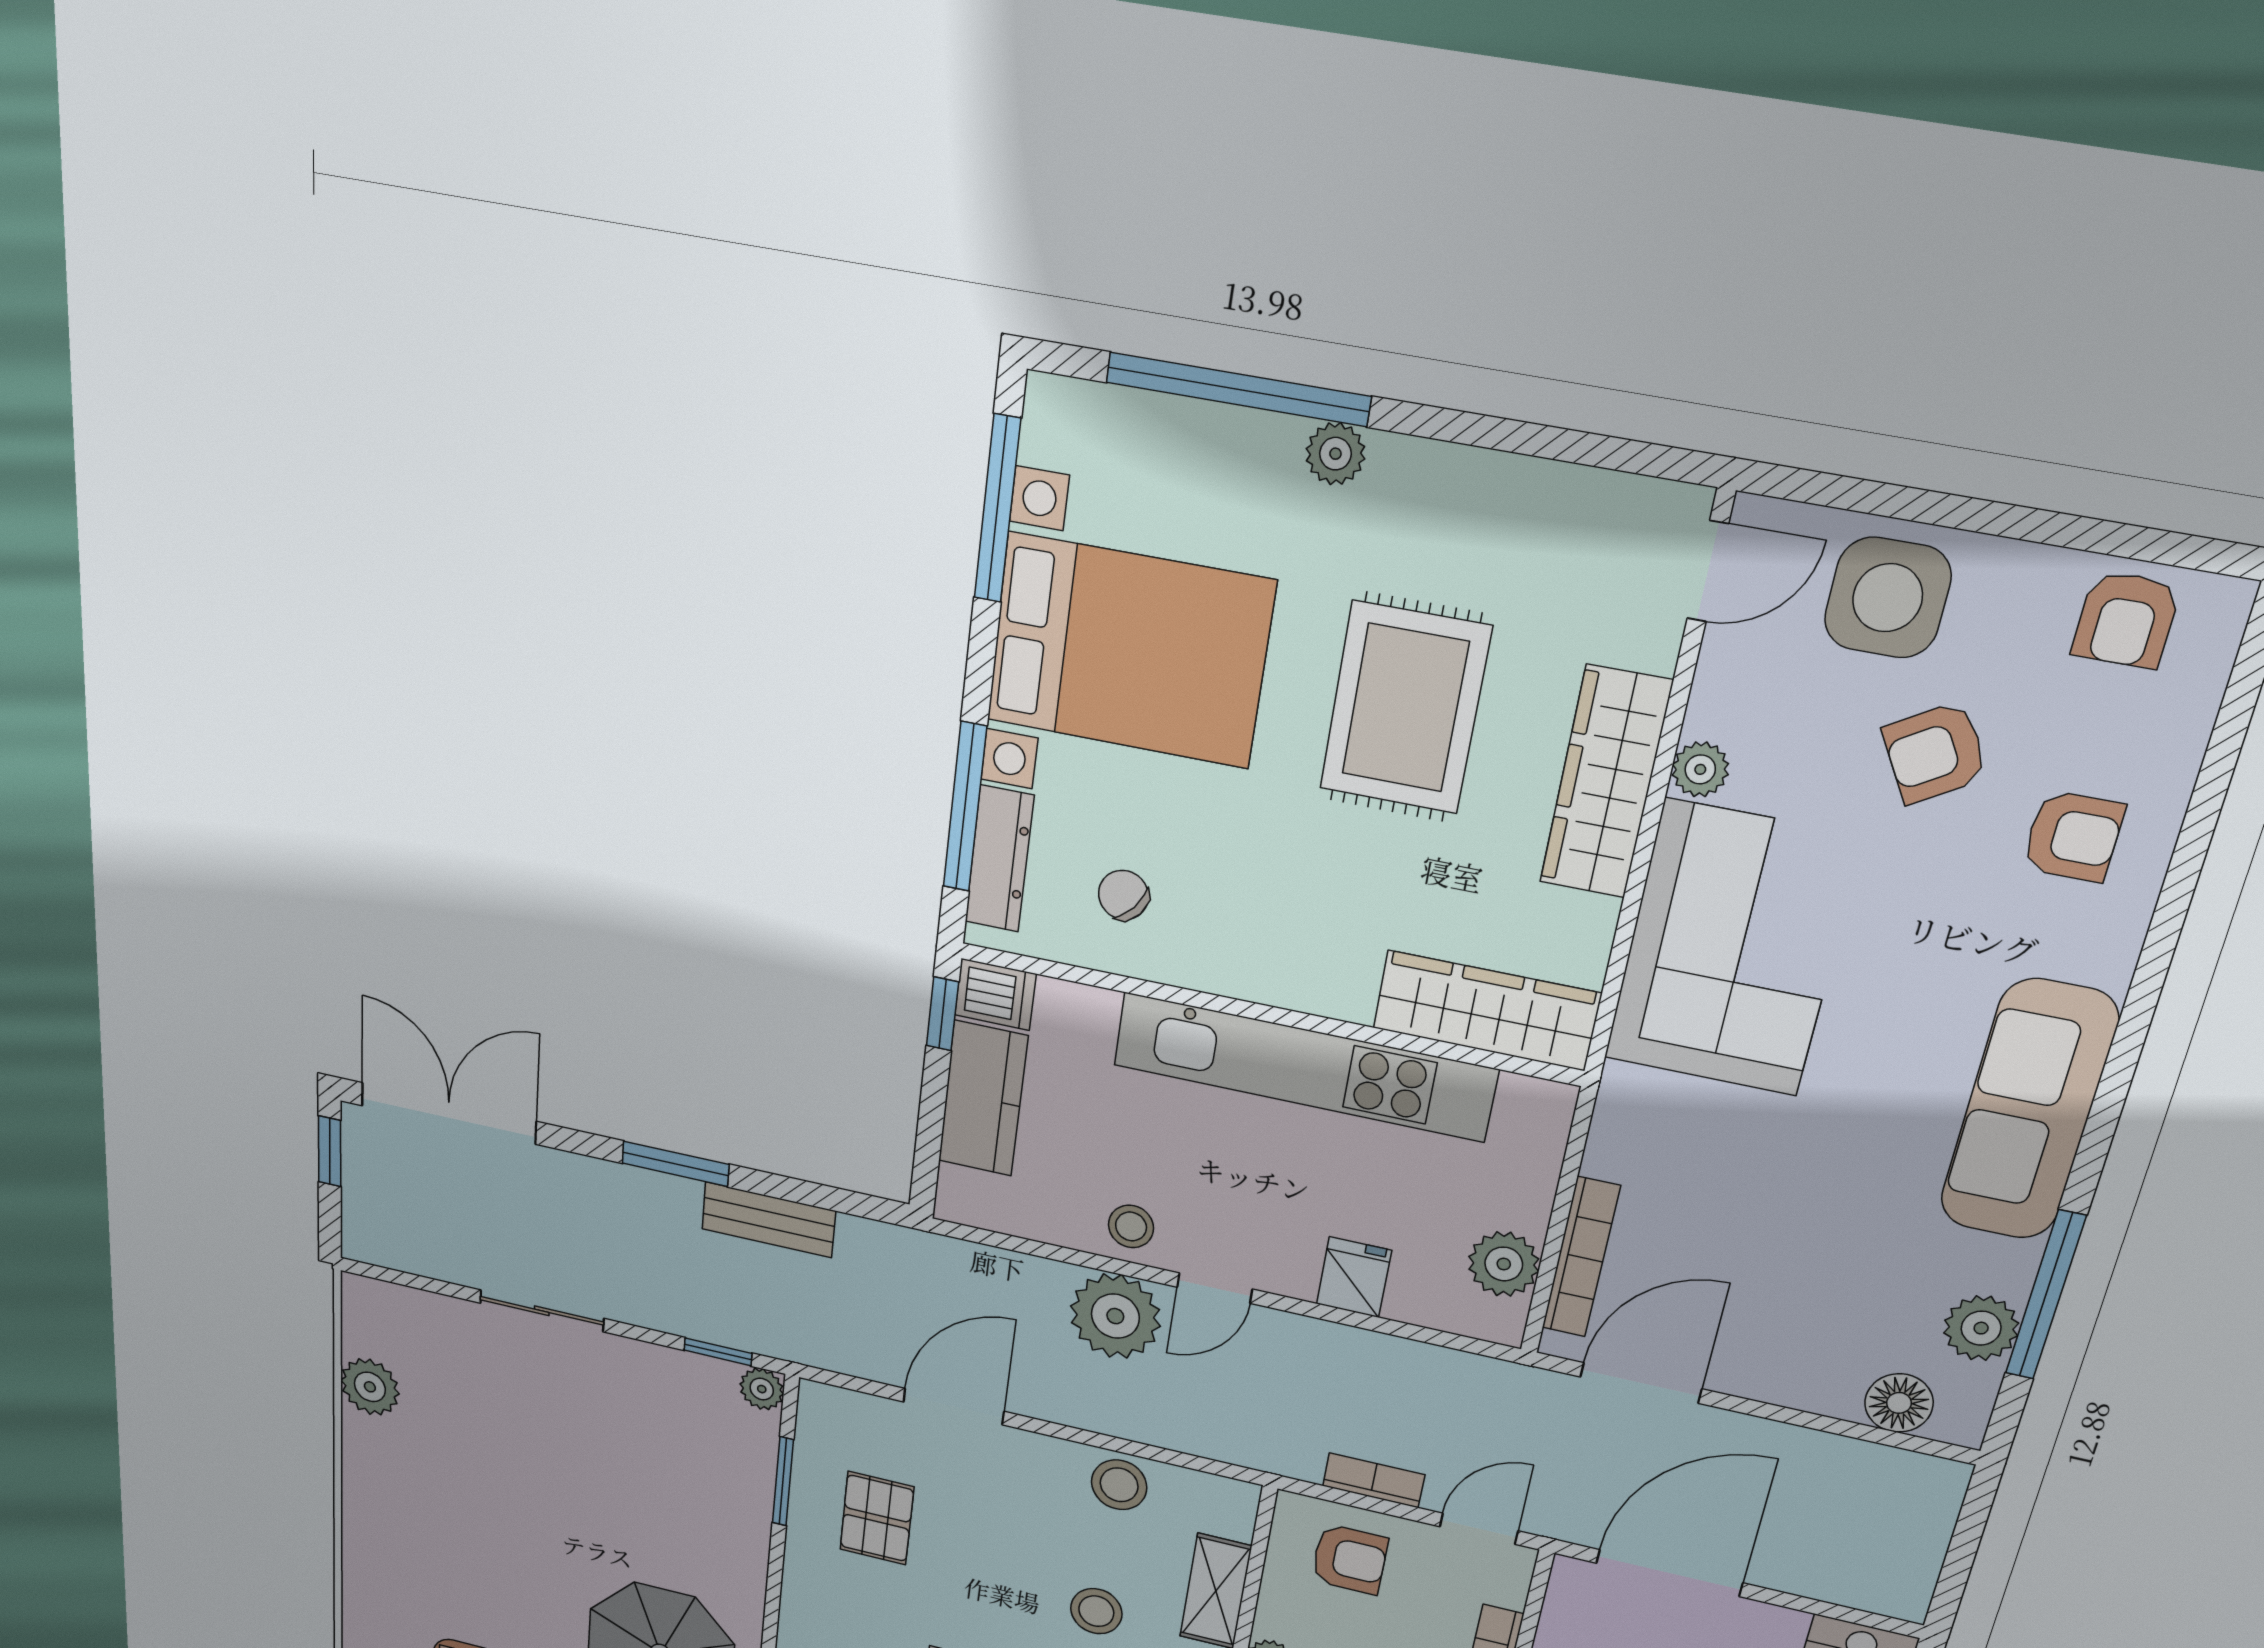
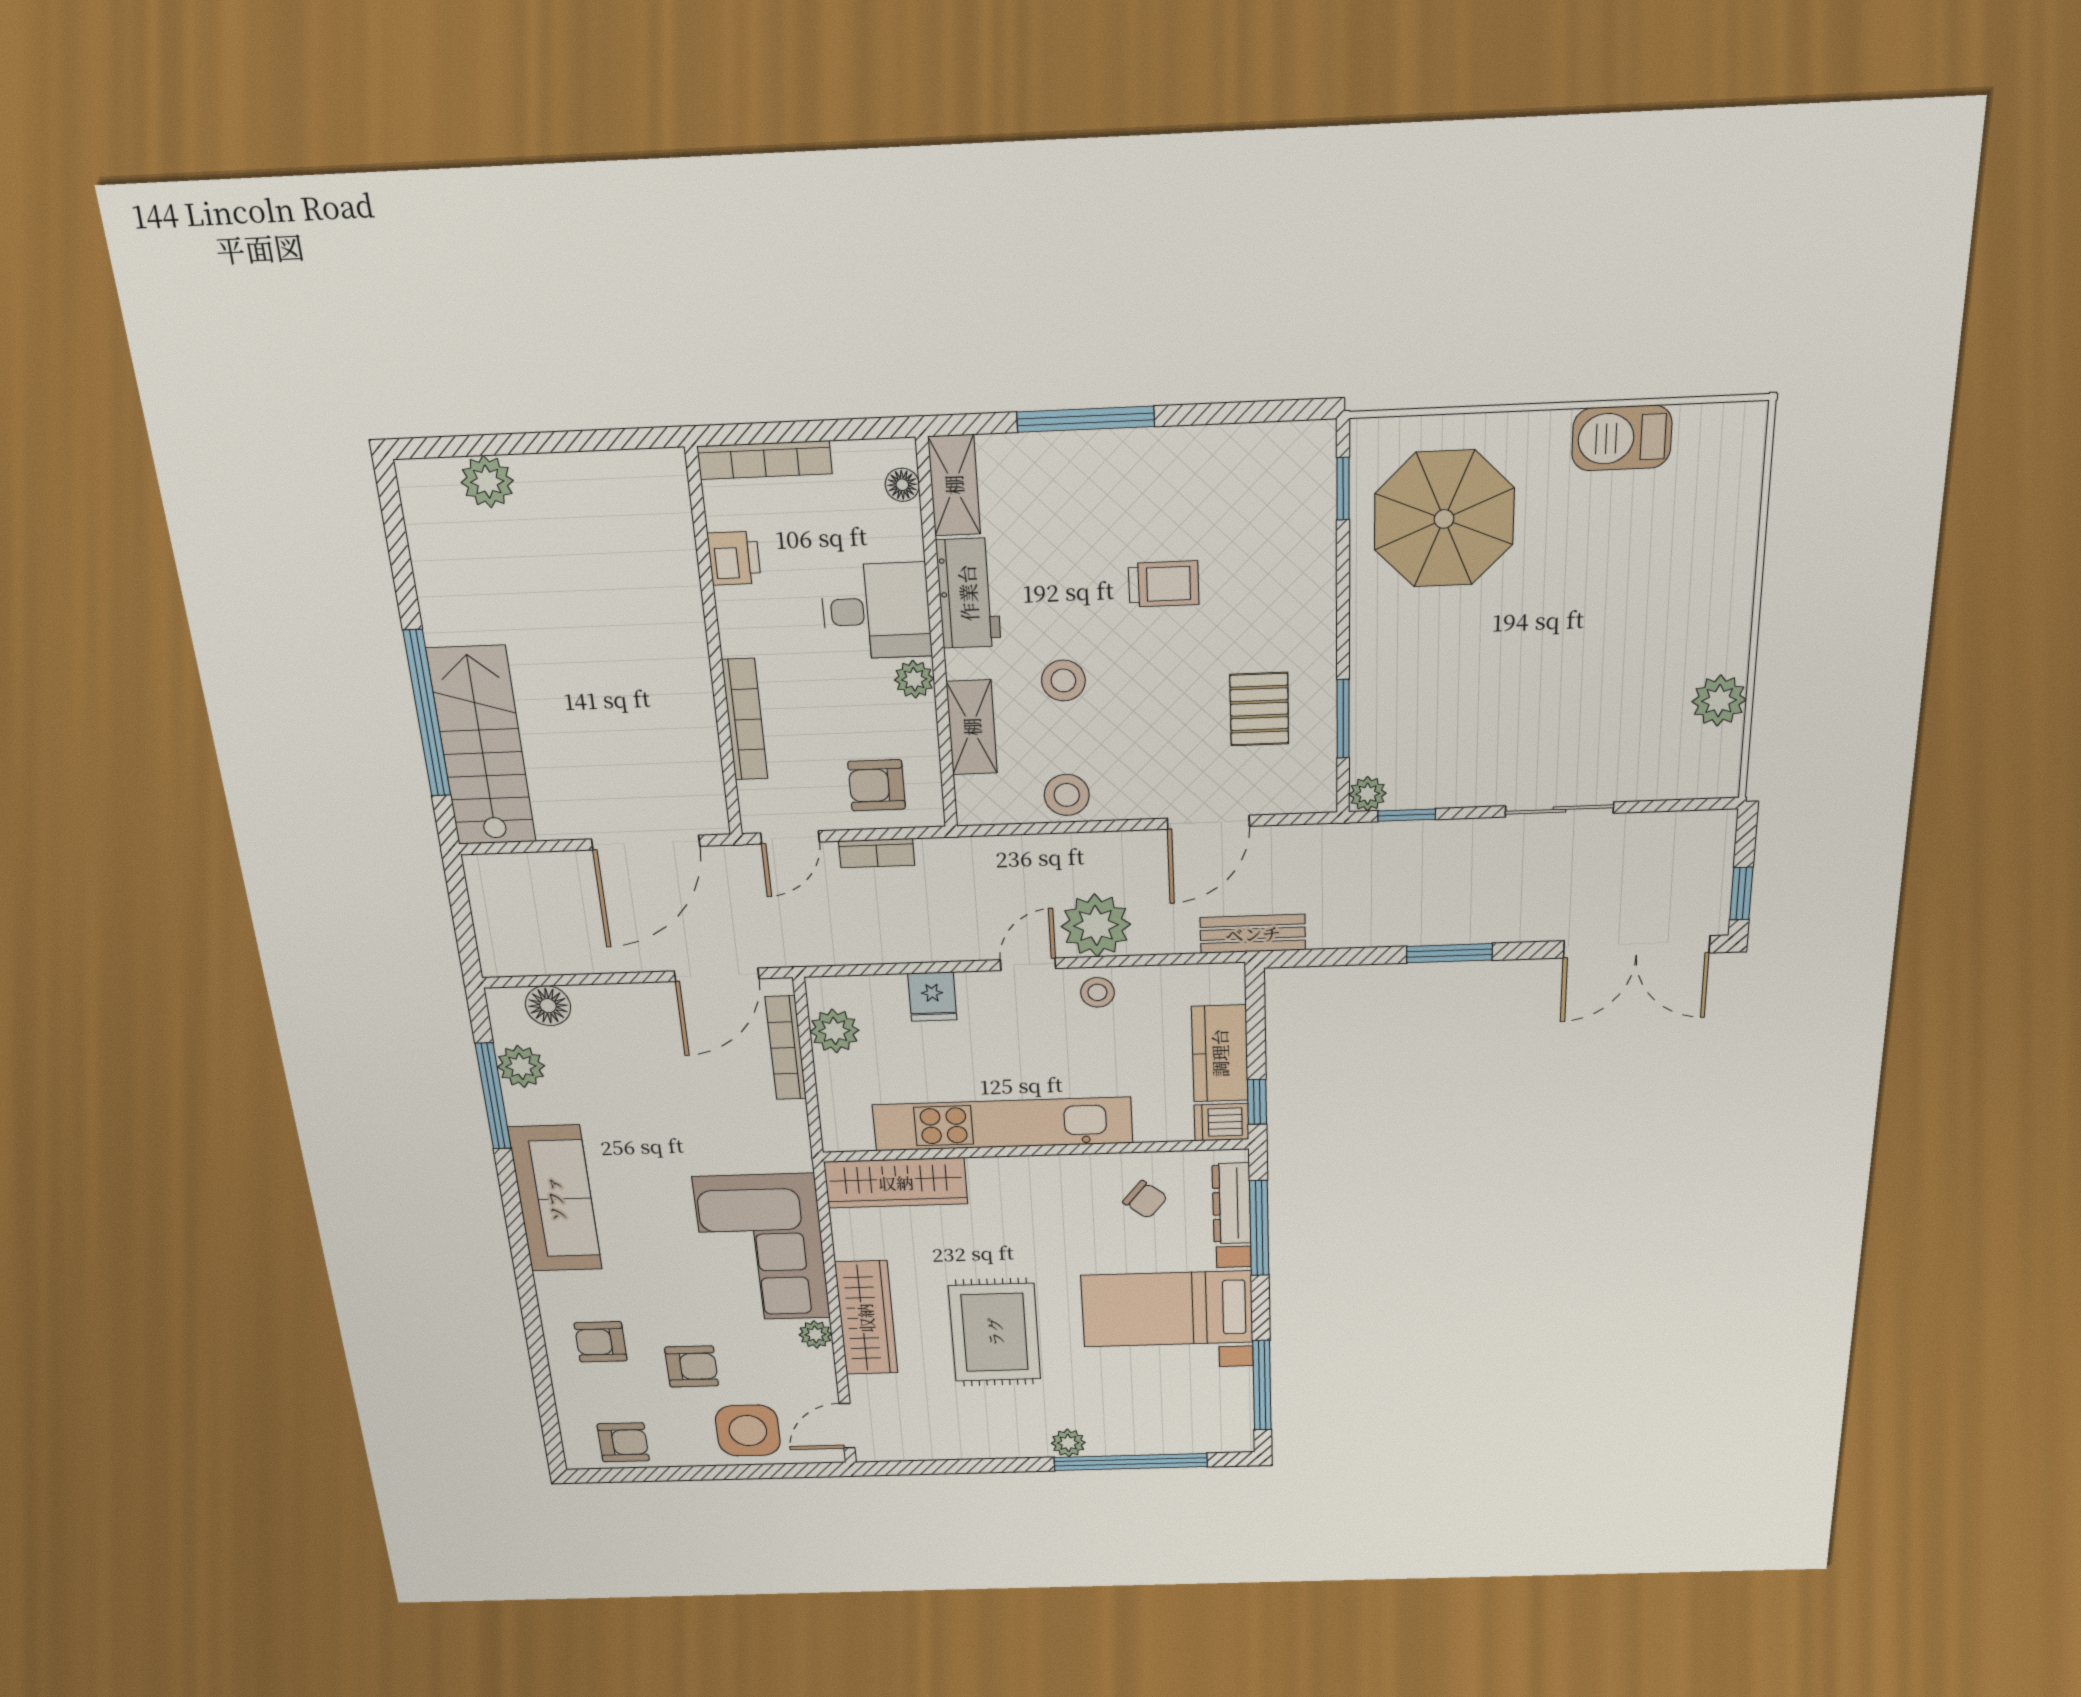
armchair: (2126, 620) -> (623, 1442), turned 90
bed with nightstands: (1129, 651) -> (1167, 1309), width x0.73
armchair: (1935, 753) -> (692, 1367), turned 31
bench: (769, 1220) -> (1253, 934), moved

